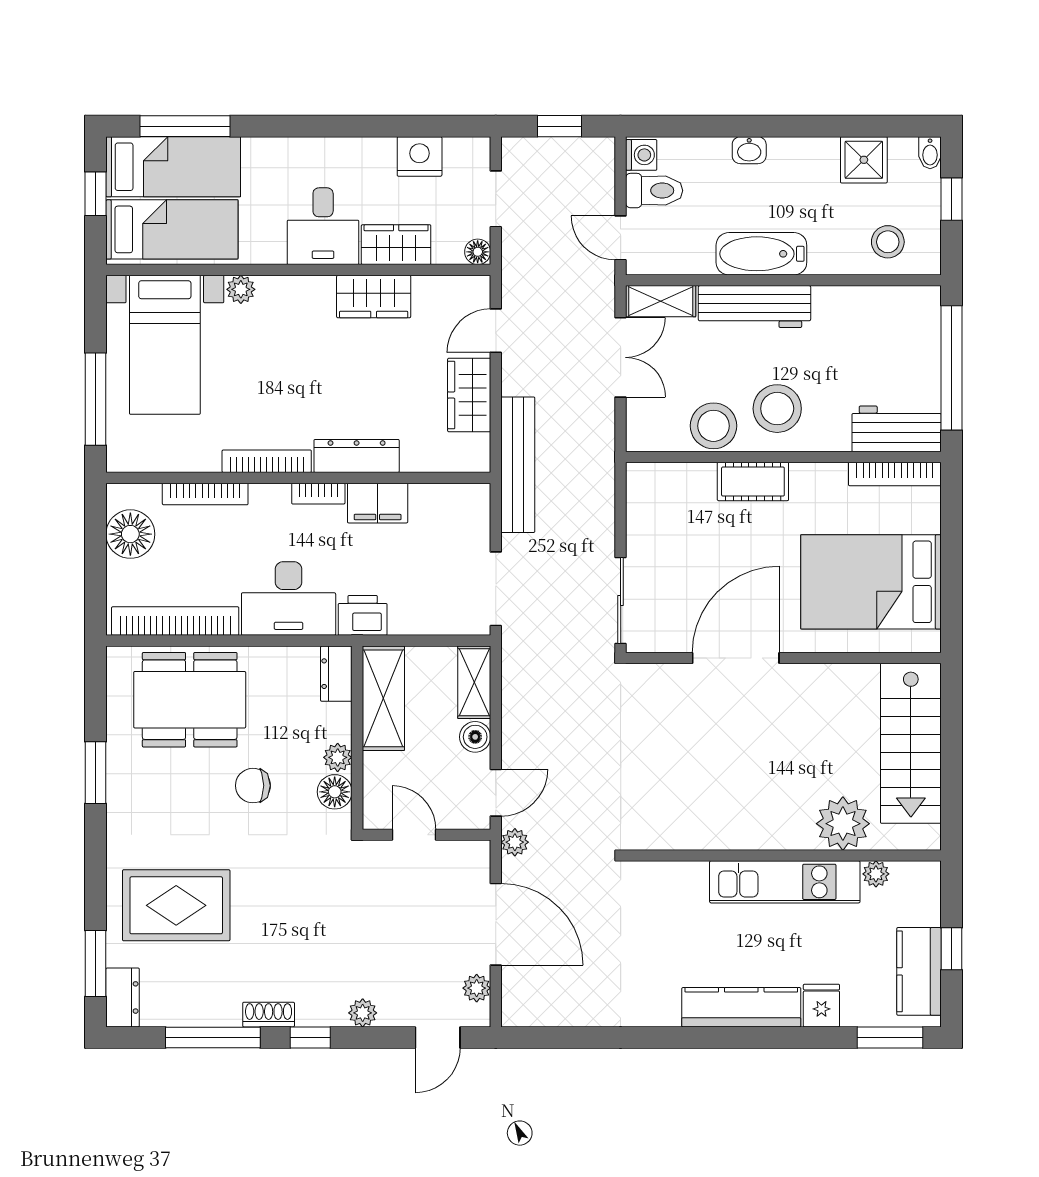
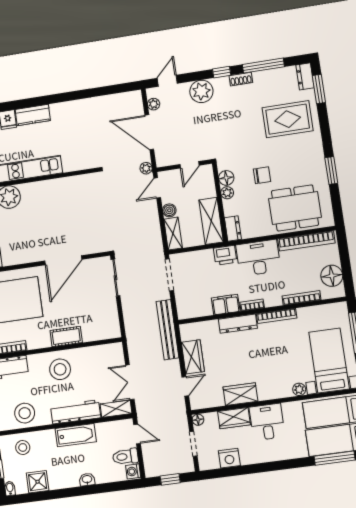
stool: (714, 426) -> (25, 413), moved
door: (414, 835) -> (190, 165), hinge flipped
kitchen counter: (741, 1007) -> (33, 115), width x0.67
plant: (363, 1013) -> (201, 91), width x1.88, depth x1.88

